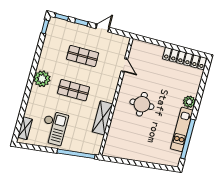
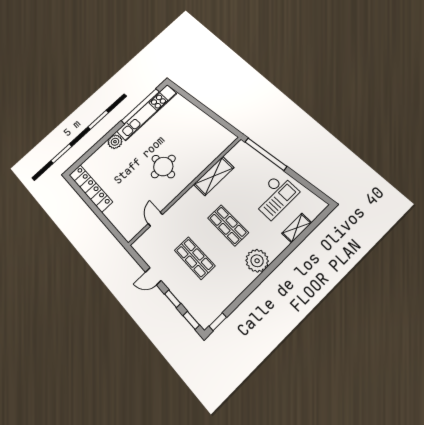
shelving: (25, 128) -> (297, 228), moved
checkout: (54, 128) -> (275, 196), turned 180
kitchen unit: (182, 129) -> (147, 112), width x1.36

